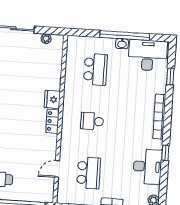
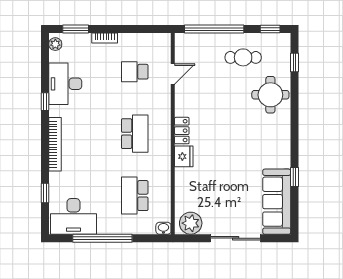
plant: (46, 39) -> (191, 223), width x1.87, depth x1.87
washbasin: (122, 44) -> (163, 228), moved
school desk: (92, 121) -> (135, 134), width x1.85
school desk: (89, 173) -> (135, 72), width x0.54

